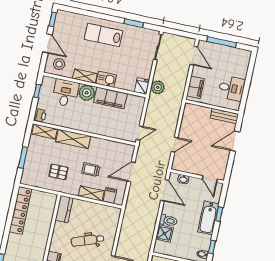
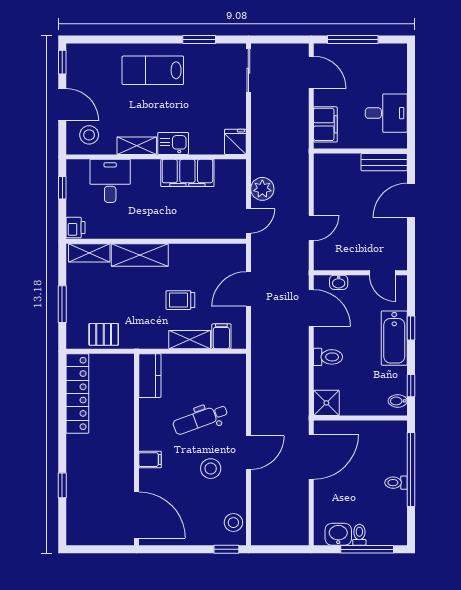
plant: (158, 87) -> (262, 189), moved
plant: (87, 93) -> (146, 173), removed
pallet: (58, 172) -> (104, 334), moved
shower: (164, 233) -> (326, 403), moved

